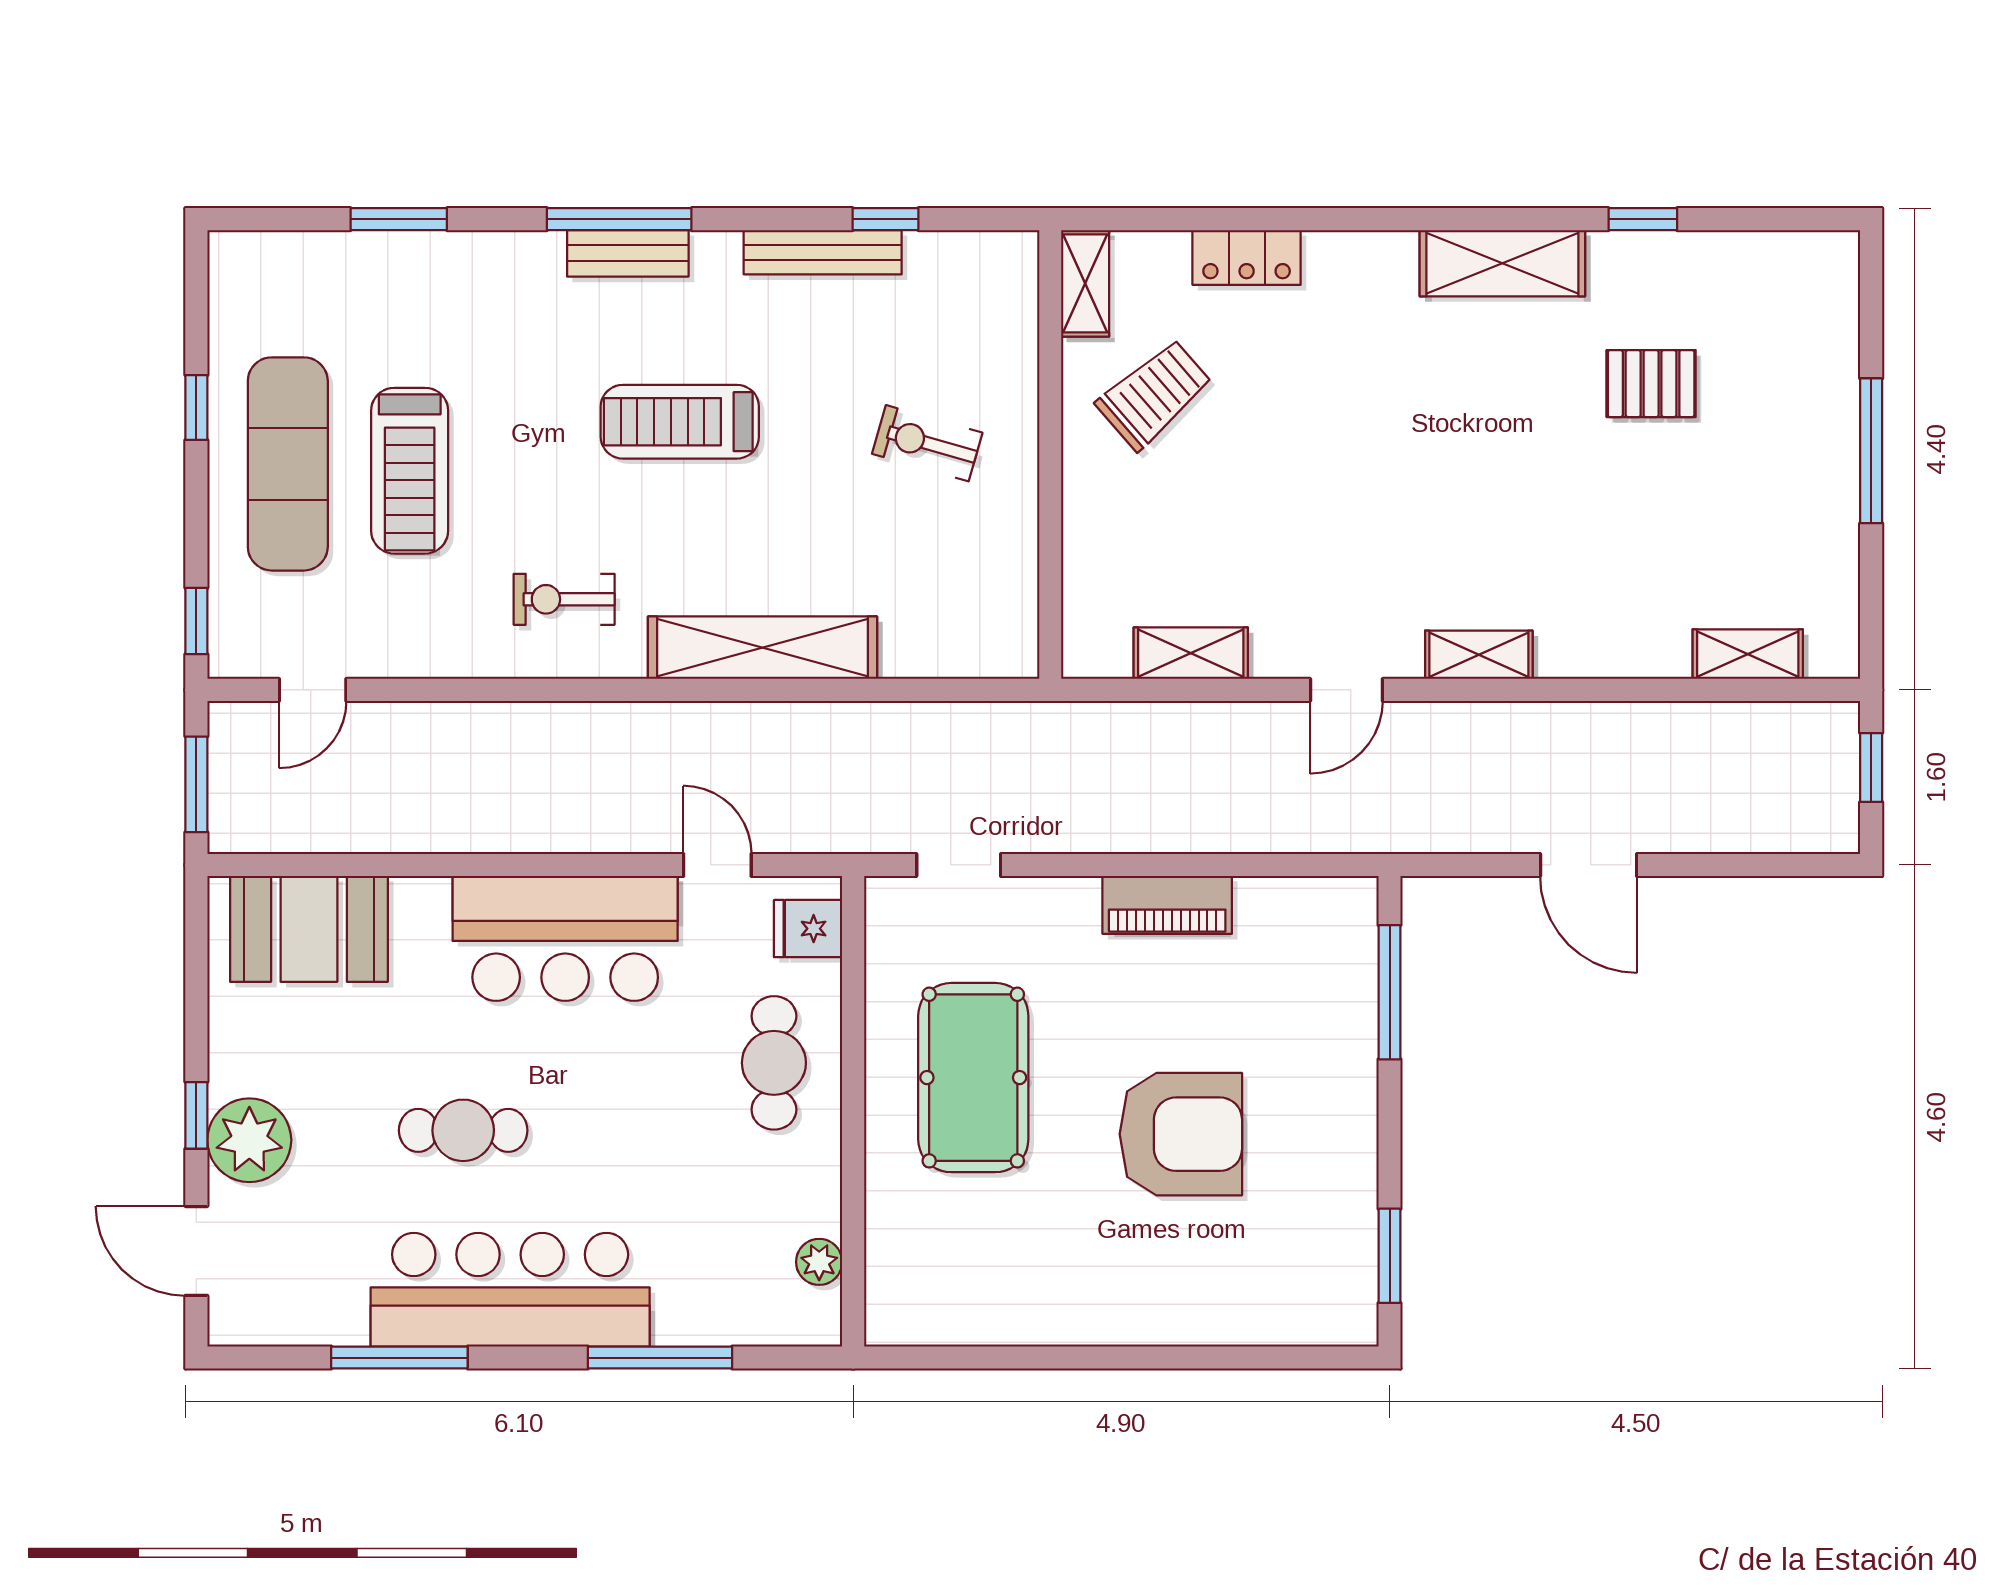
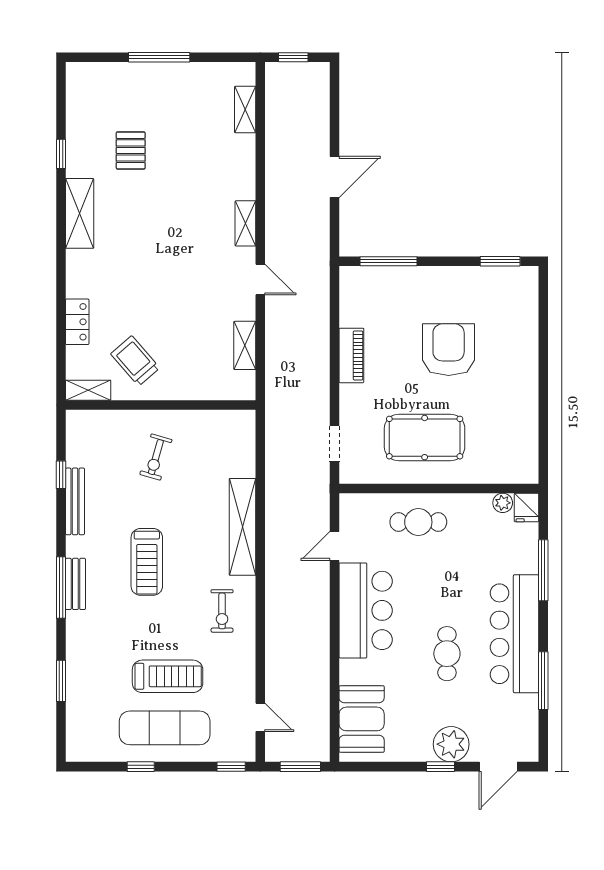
fridge: (808, 929) -> (526, 508), moved

